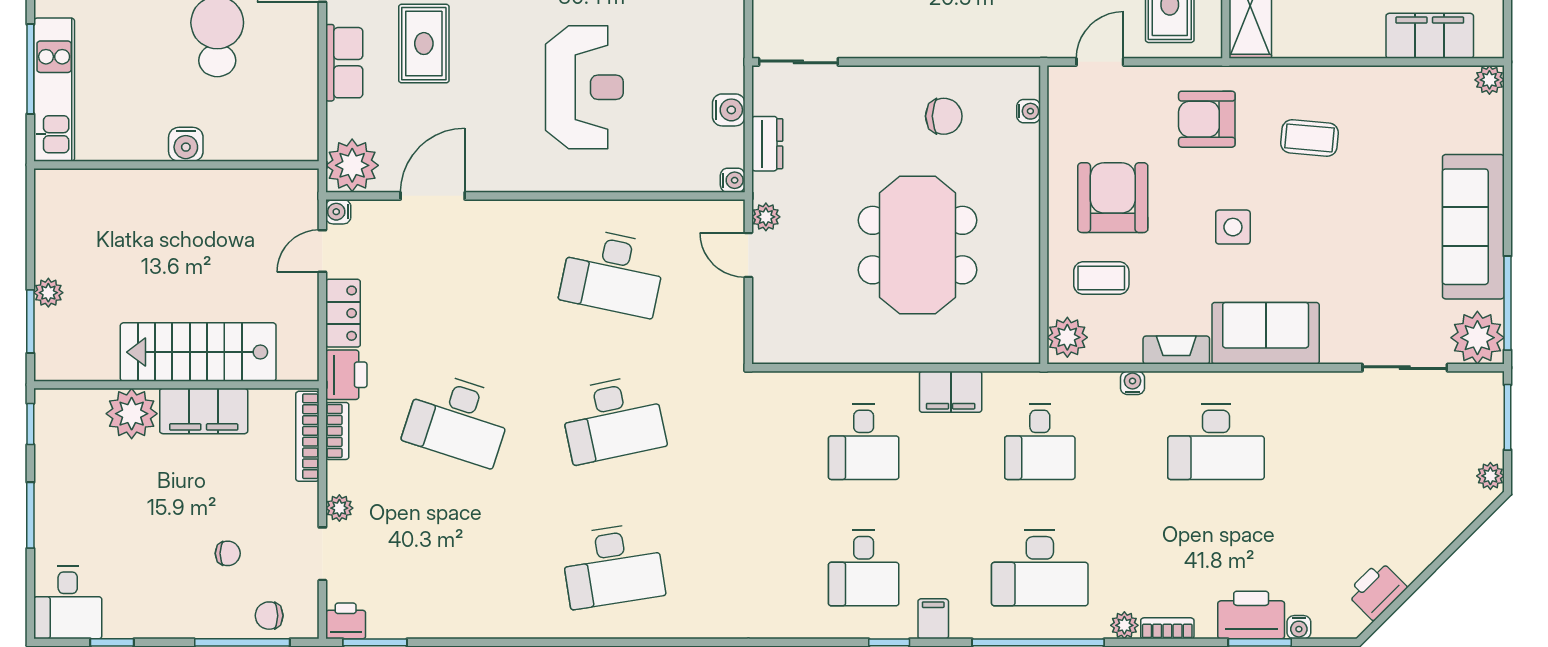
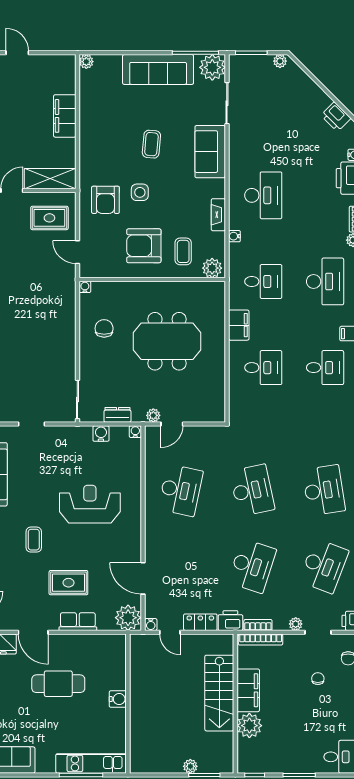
filing cabinet: (1430, 36) -> (65, 116), moved
water cooler: (1029, 111) -> (85, 287), moved
coffee table: (1310, 138) -> (151, 144), moved
side table: (1233, 227) -> (140, 192), moved
sofa: (1266, 333) -> (210, 152), moved
desk: (458, 566) -> (324, 566), added

